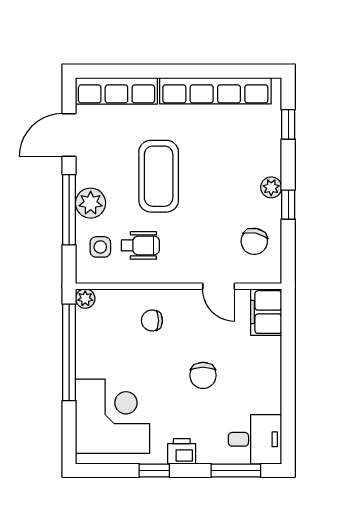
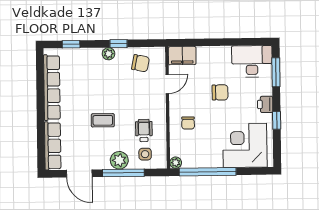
coffee table: (159, 176) -> (103, 120), width x0.54, depth x0.58
desk: (255, 439) -> (252, 61), width x1.37

